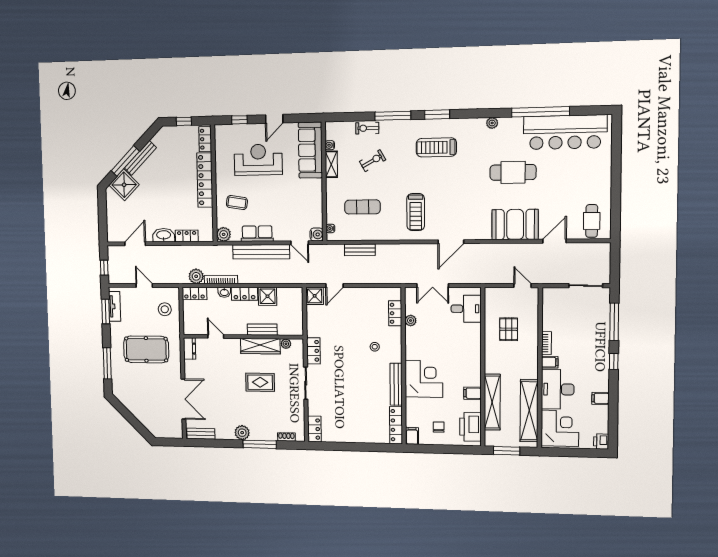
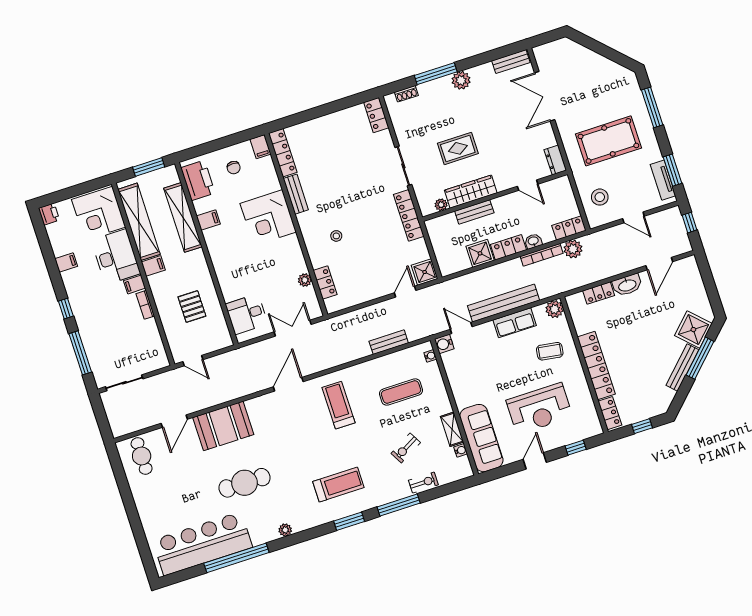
locker: (313, 351) -> (409, 215), width x1.53
filing cabinet: (529, 372) -> (153, 266), added
bench: (396, 384) -> (296, 194), width x0.73

